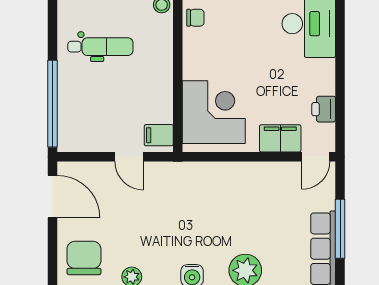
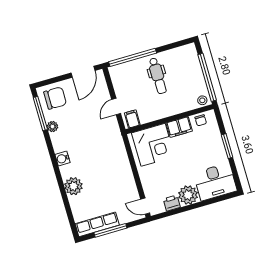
dental chair: (100, 47) -> (158, 76), moved
plant: (318, 77) -> (188, 195), added
filing cabinet: (280, 138) -> (179, 127), moved, turned 90

